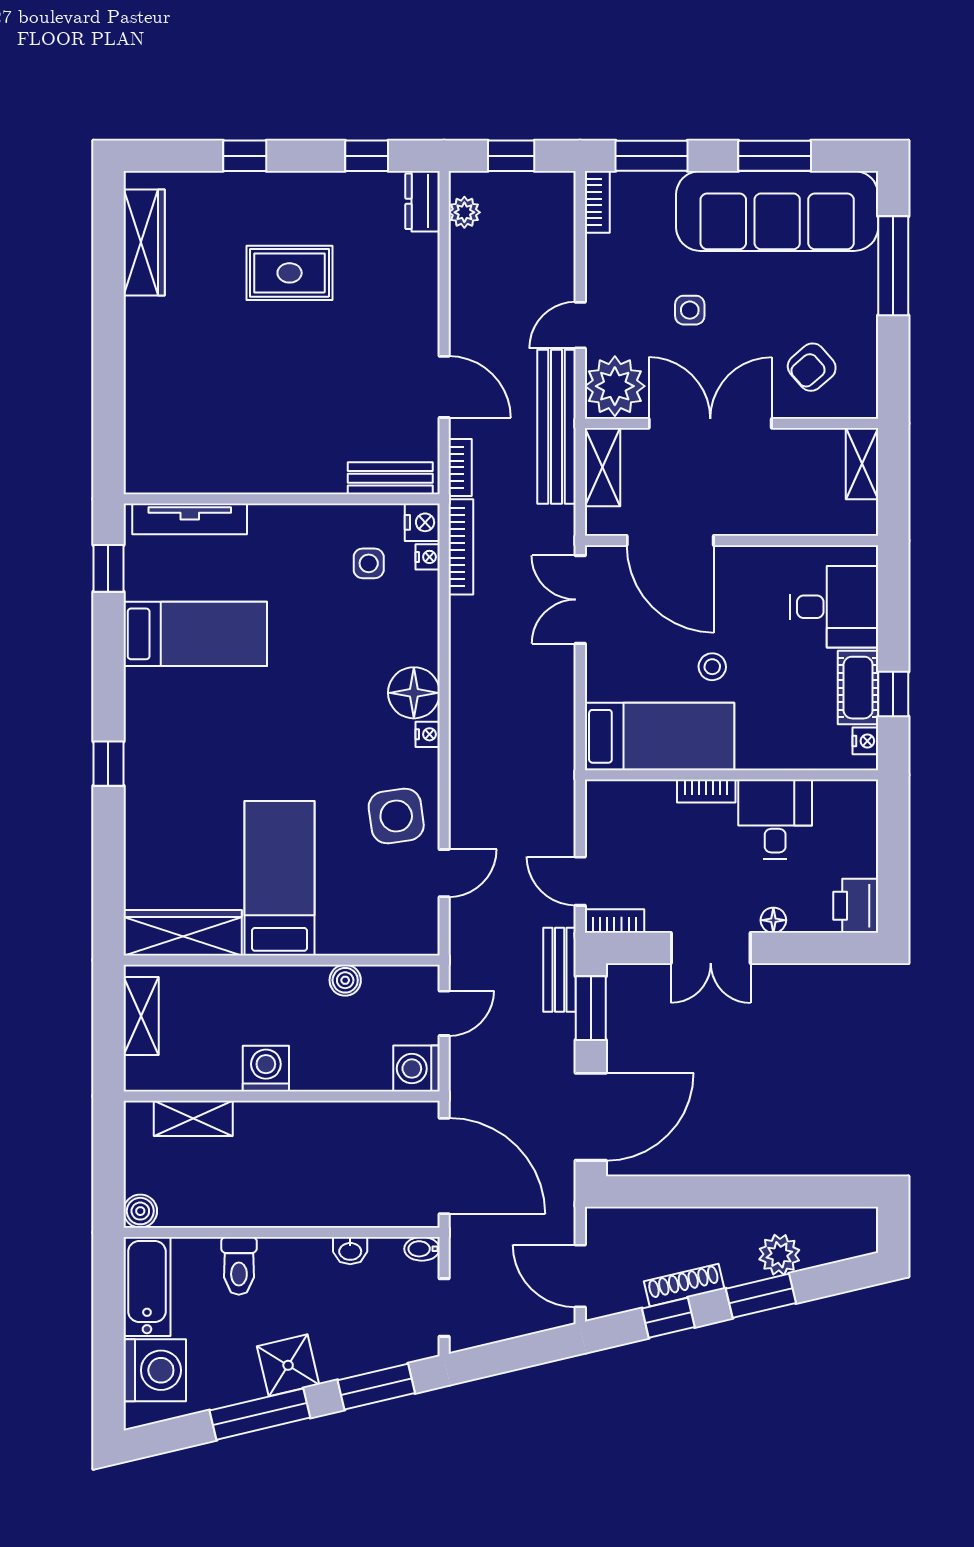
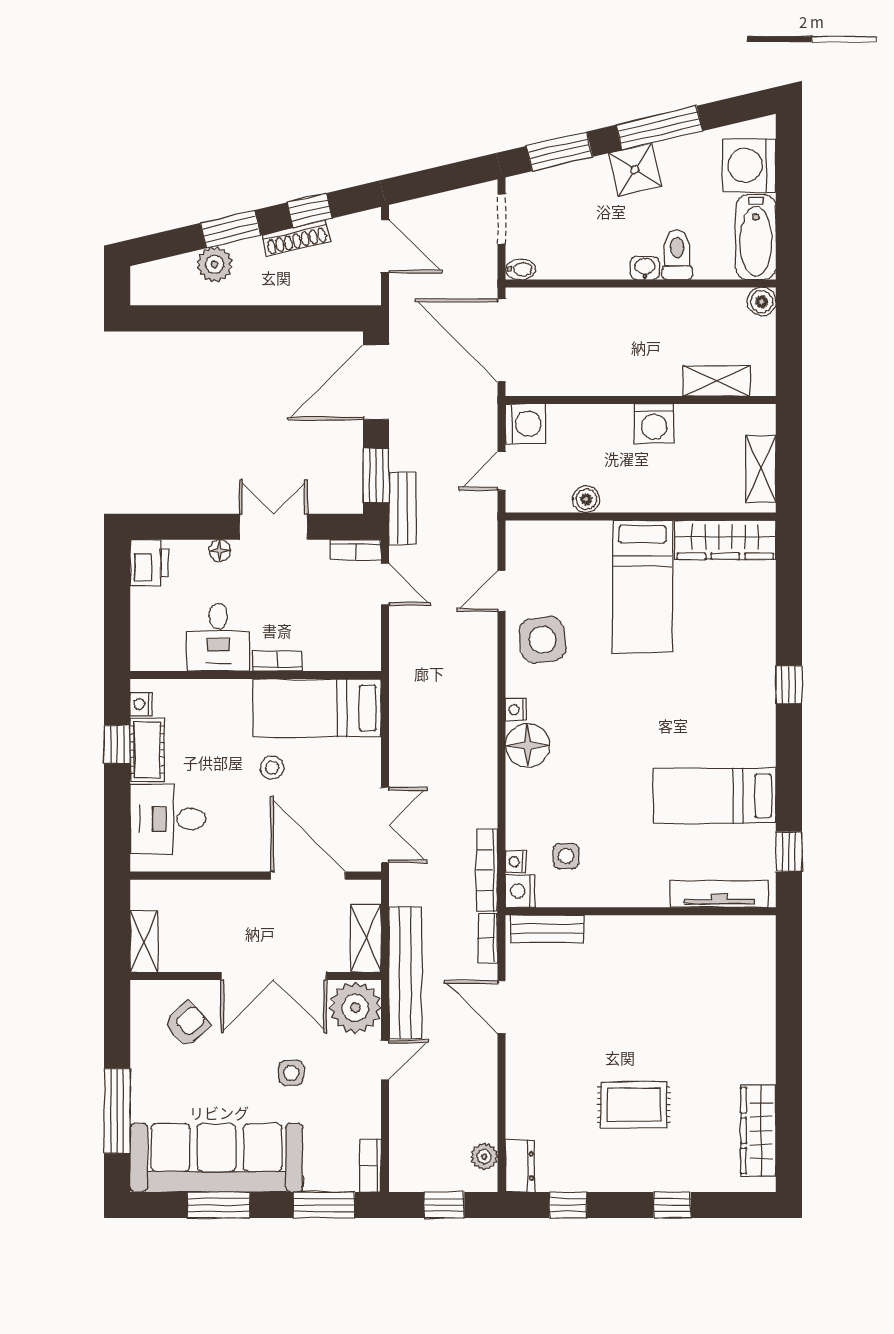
washbasin: (350, 1251) -> (645, 268), moved

